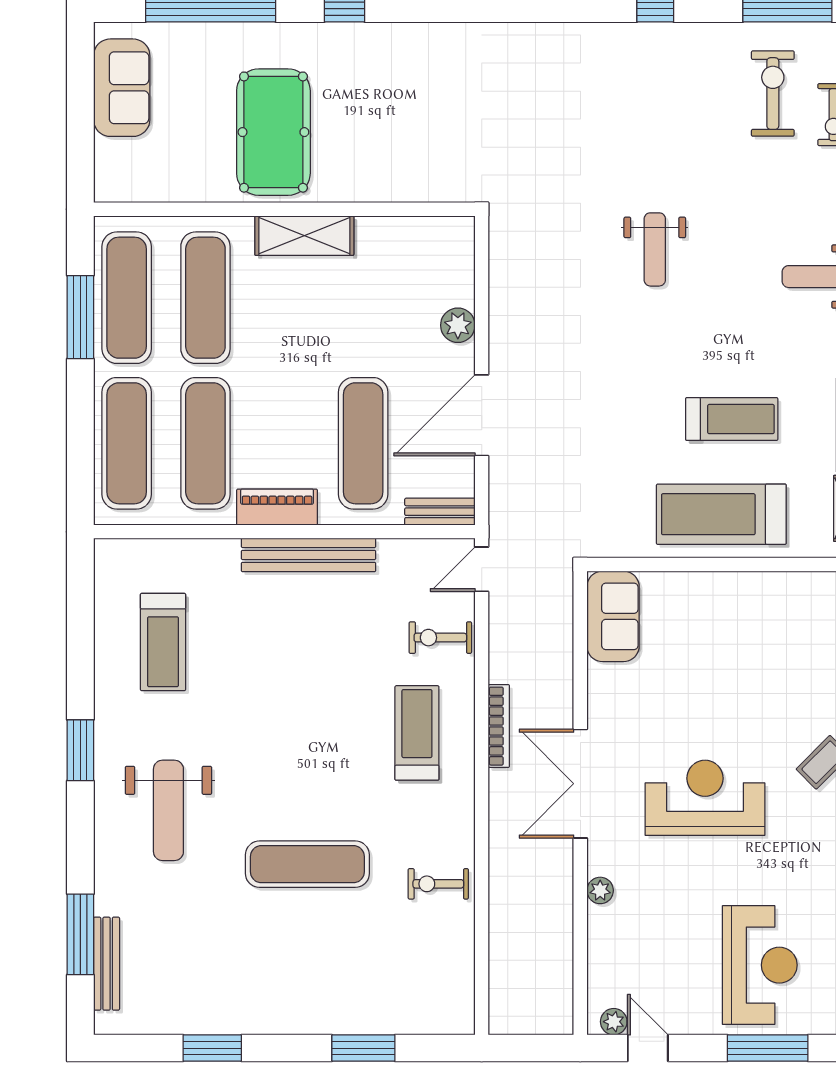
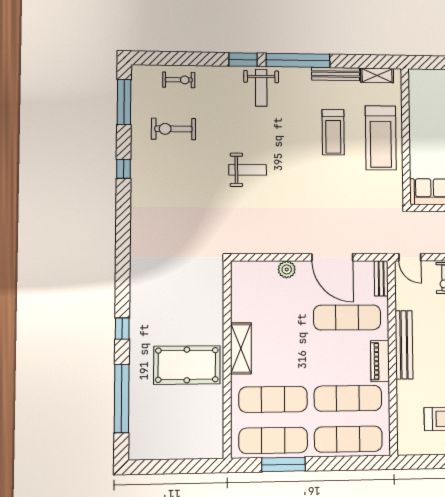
sofa: (122, 88) -> (163, 445), removed
exercise bike: (773, 94) -> (173, 129), moved
treadmill: (732, 419) -> (333, 132), turned 180

